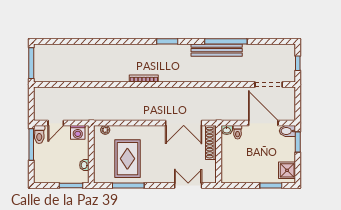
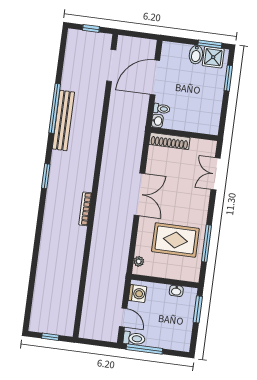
window: (31, 63) -> (50, 337), width x0.46
double door: (184, 123) -> (139, 194), moved
bidet: (287, 131) -> (196, 55), moved
window: (298, 142) -> (210, 44), moved

